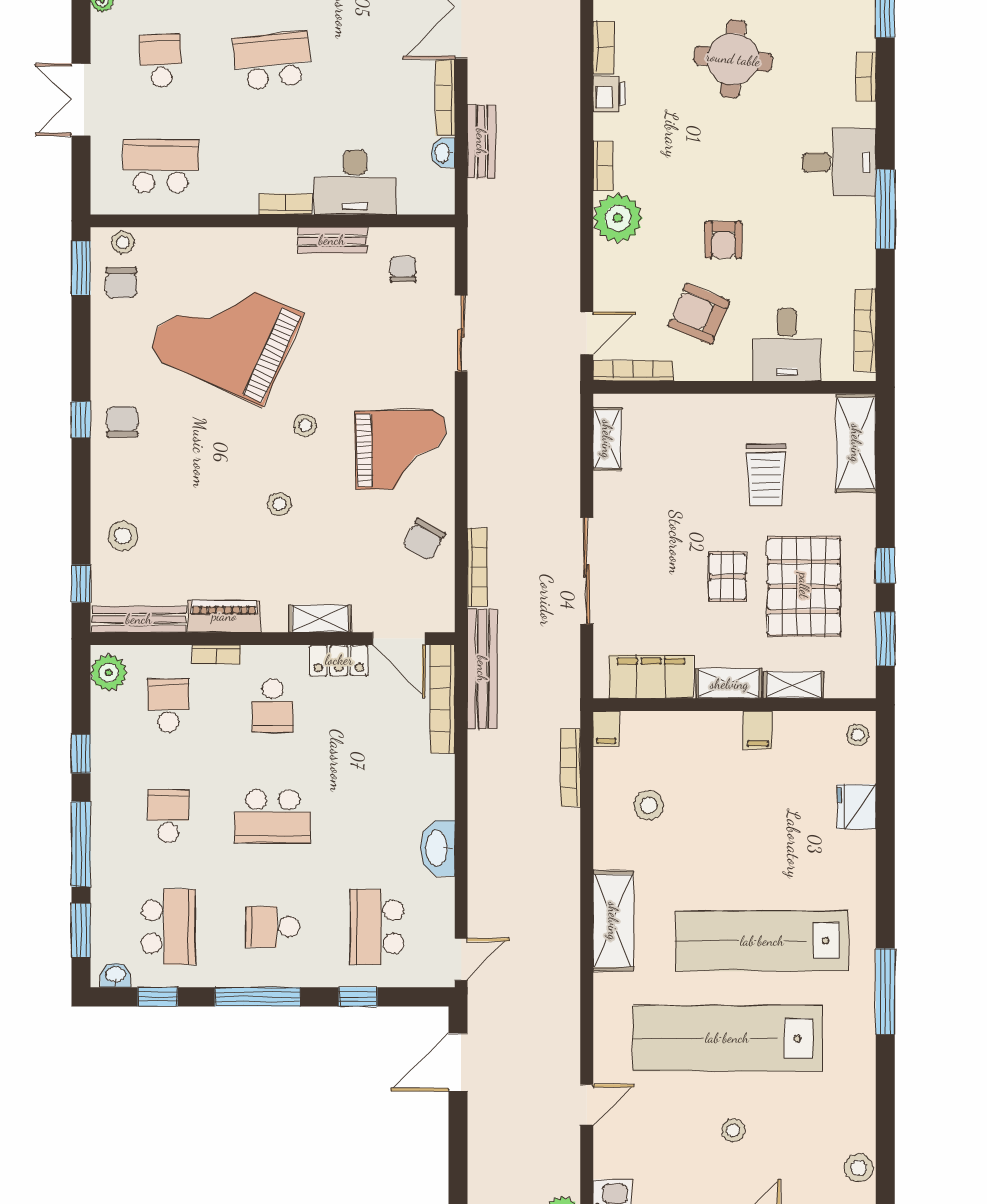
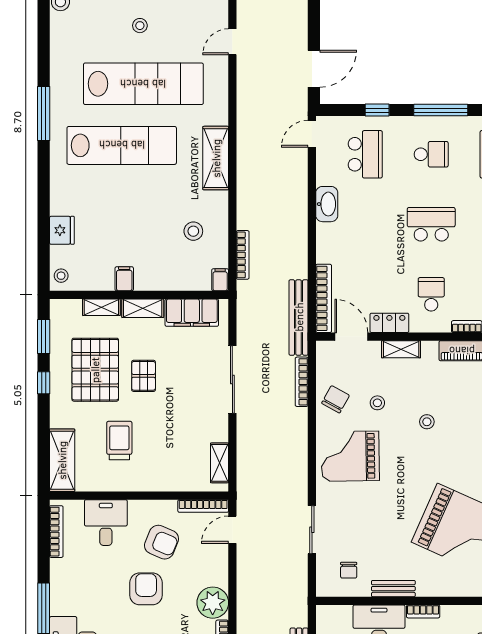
armchair: (723, 240) -> (146, 589), width x1.38, depth x1.38
stool: (305, 426) -> (377, 403), moved

